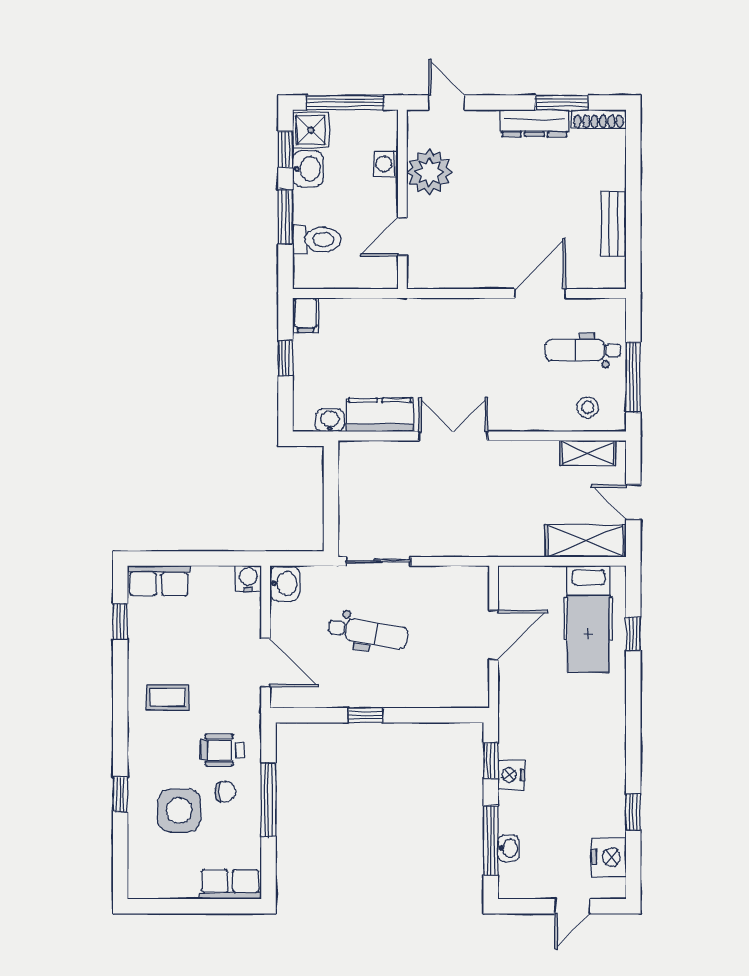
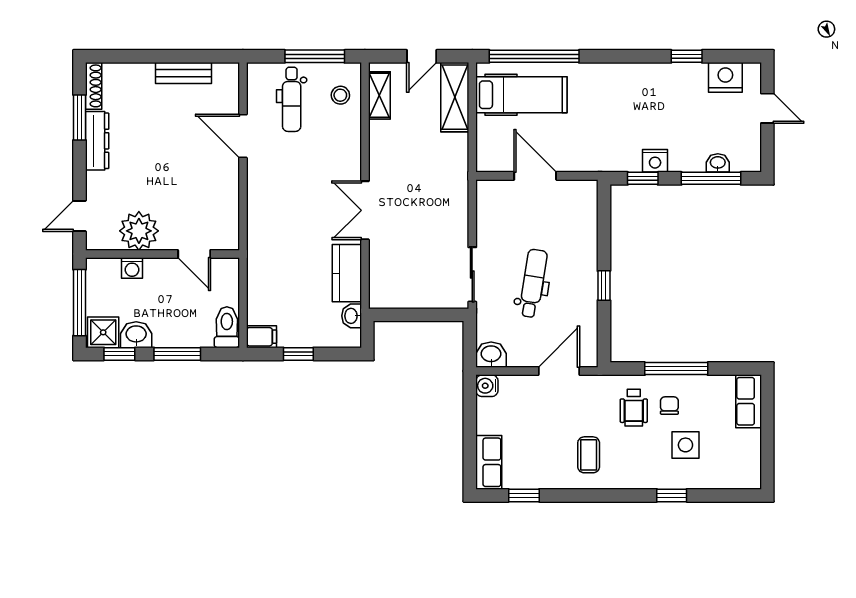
toilet: (317, 240) -> (227, 327), moved
window: (633, 634) -> (534, 56), width x3.17
side table: (179, 810) -> (685, 445), width x0.73, depth x0.73

